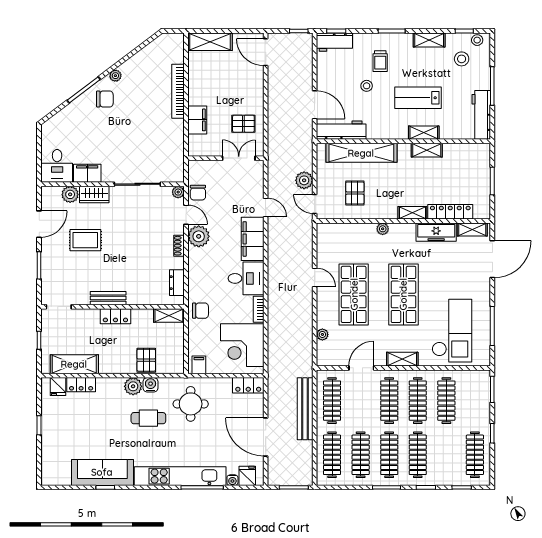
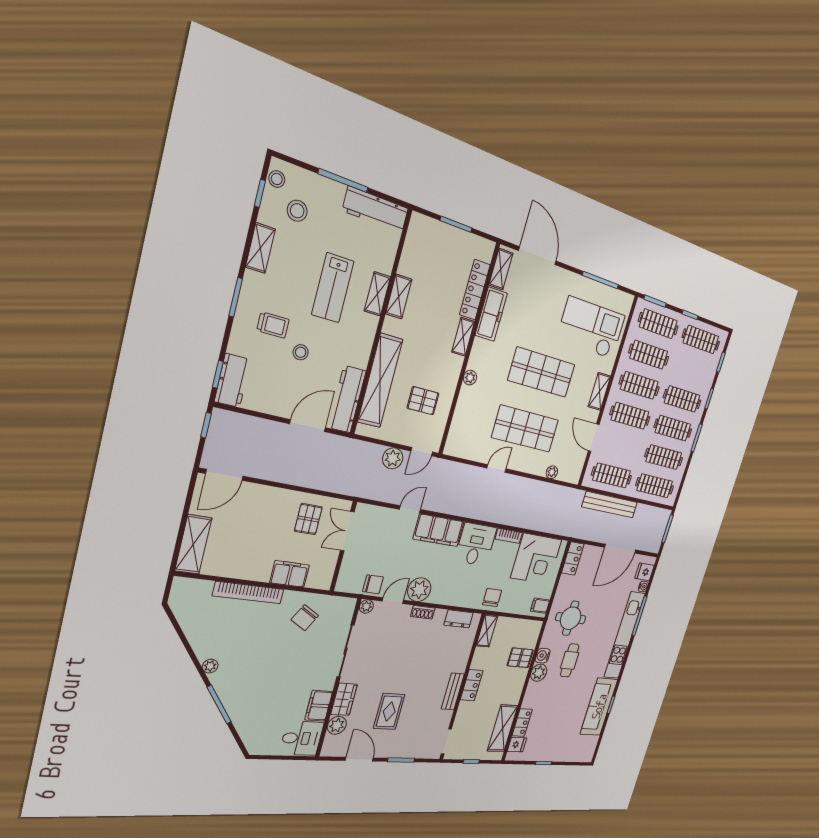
chair: (105, 99) -> (305, 618), moved, turned -150
clothes rail: (475, 401) -> (658, 324), added

